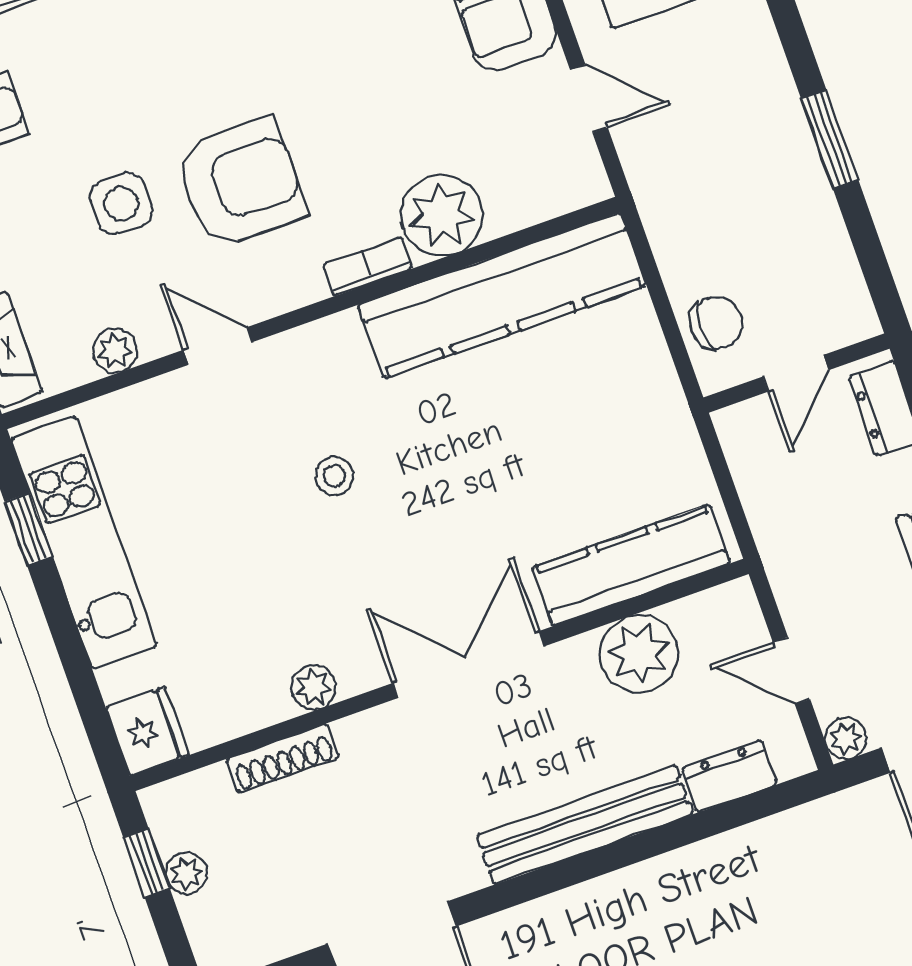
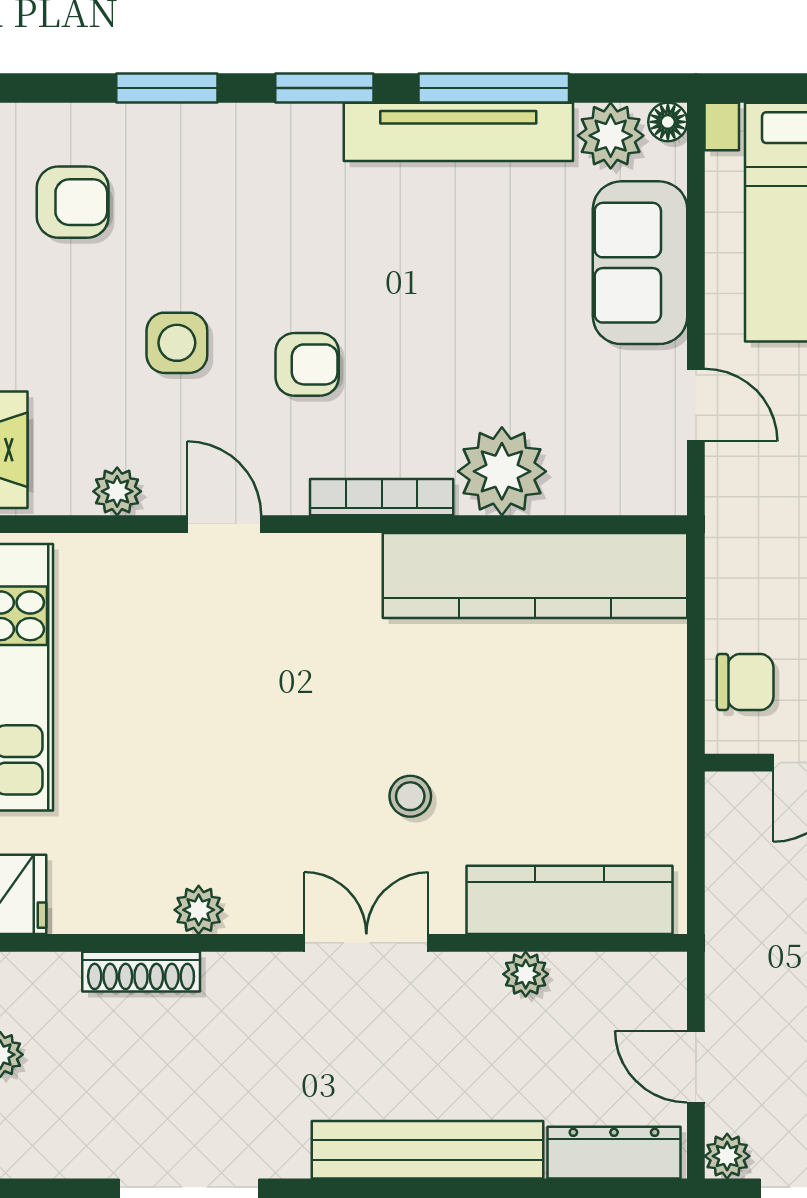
armchair: (240, 183) -> (307, 364), width x0.53, depth x0.53
bookcase: (368, 267) -> (382, 497), width x1.56
stool: (334, 476) -> (410, 796), moved
plant: (639, 654) -> (526, 974), width x0.53, depth x0.53
double door: (469, 665) -> (366, 943), width x0.73
dresser: (730, 776) -> (614, 1153), width x1.44

